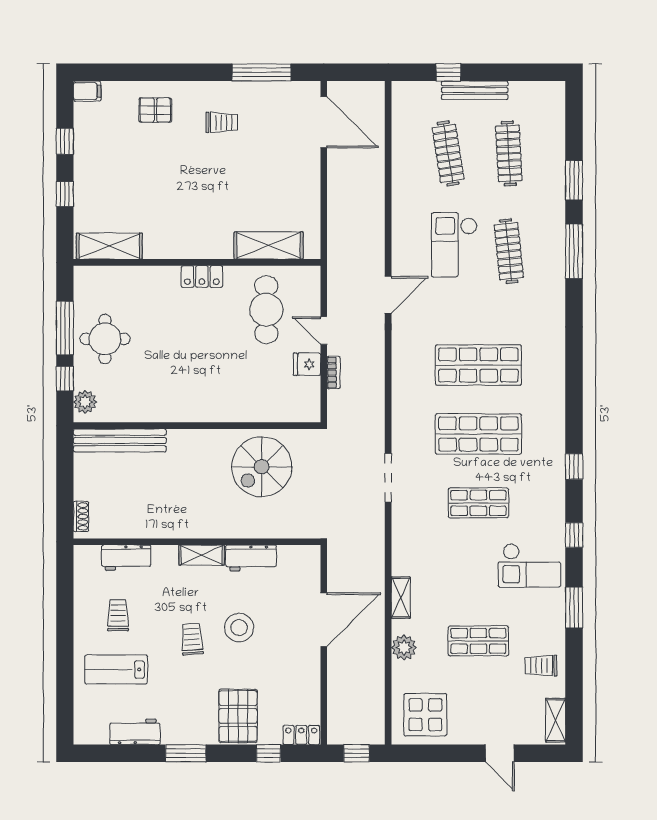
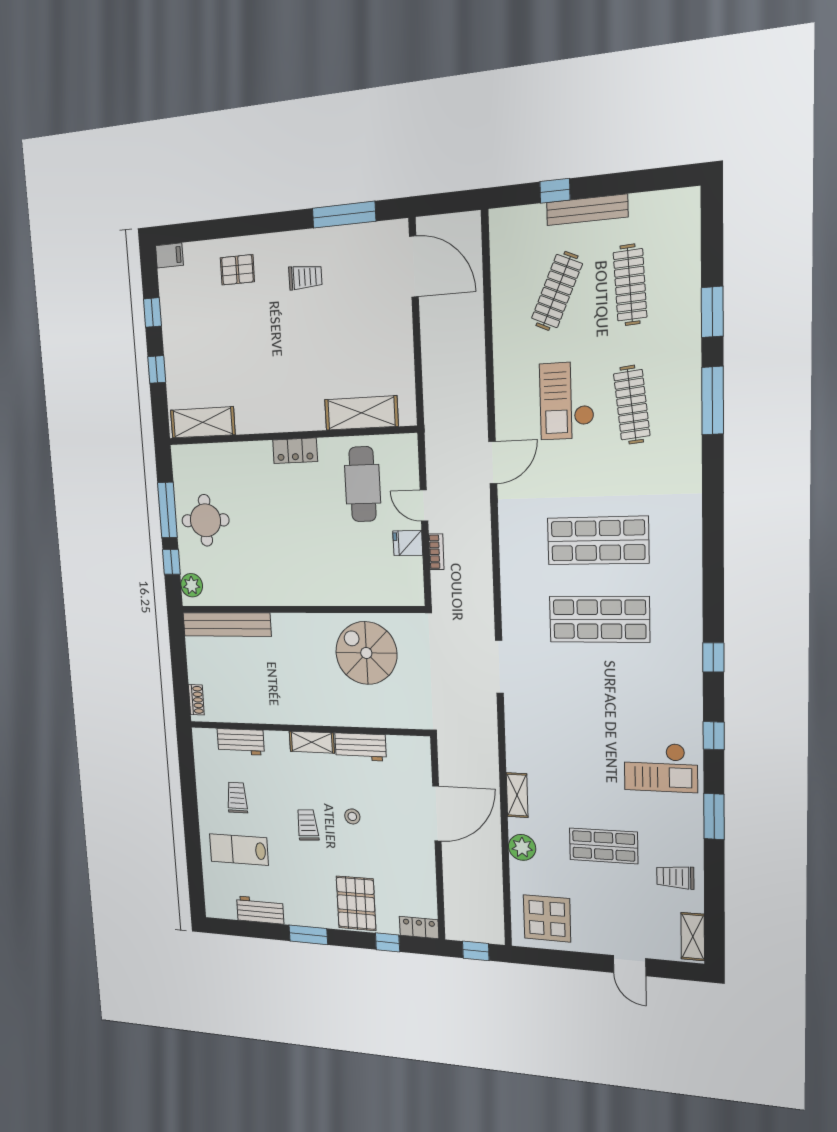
clothes rail: (448, 153) -> (557, 291), turned 33
spiral stairs: (262, 467) -> (366, 653), turned 90
shop shelf: (478, 503) -> (601, 696), removed
stool: (239, 628) -> (352, 816), width x0.53, depth x0.53

